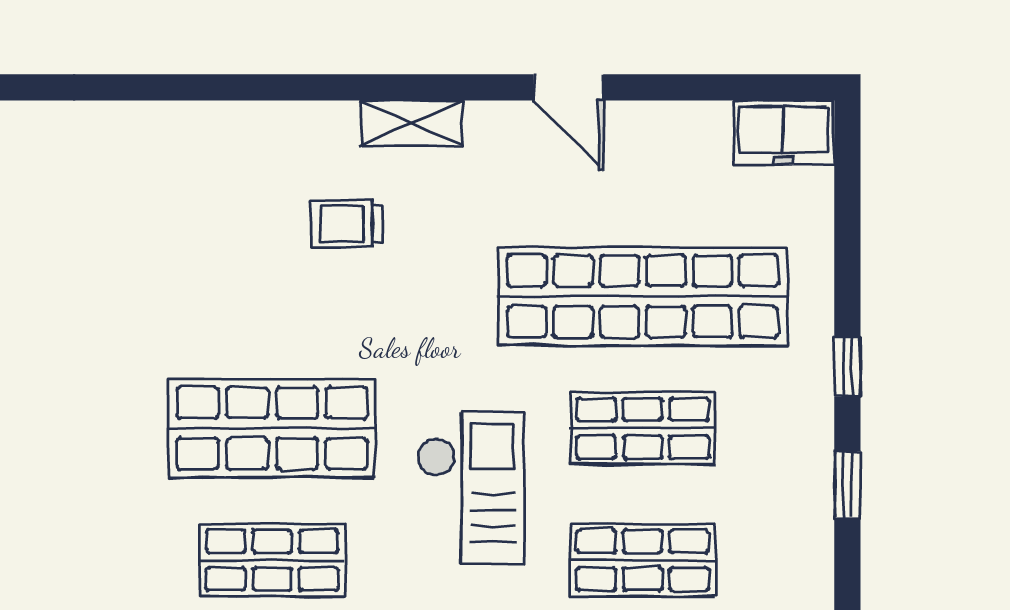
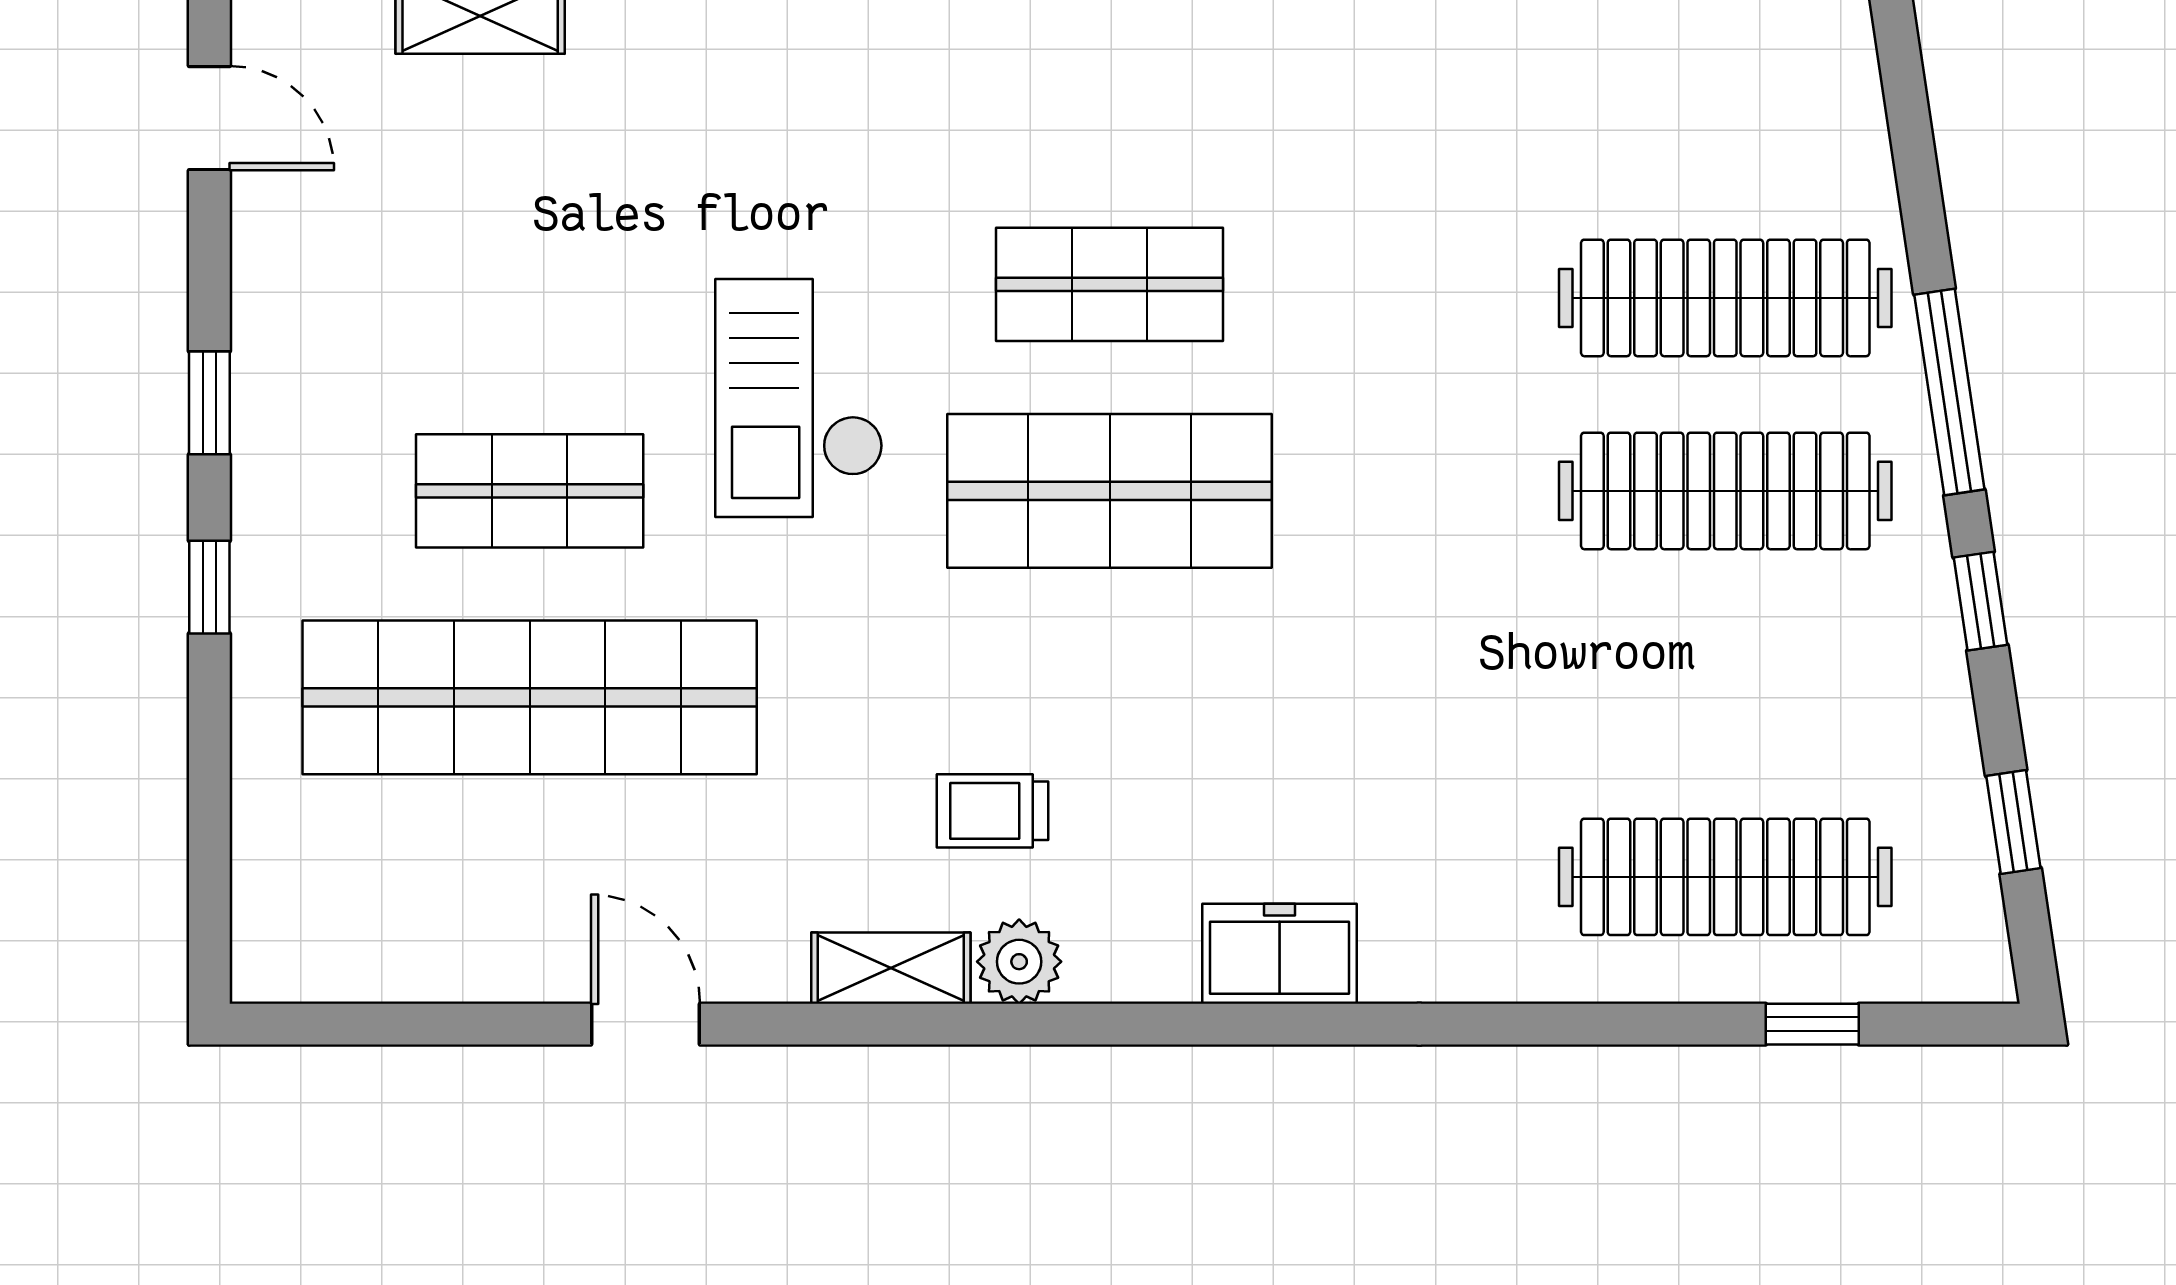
plant: (330, 127) -> (1019, 962), added
freezer: (783, 132) -> (1279, 954), moved
trolley: (347, 224) -> (993, 811), turned 180
shop shelf: (643, 560) -> (530, 284), removed

